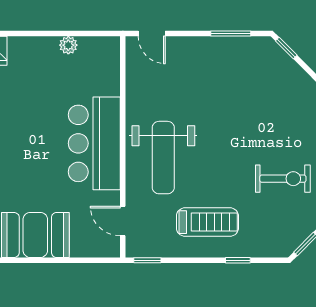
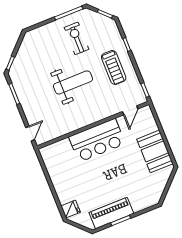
plant: (68, 45) -> (53, 173), removed
weight bench: (163, 158) -> (73, 82), moved
treadmill: (207, 222) -> (114, 68), turned 180

